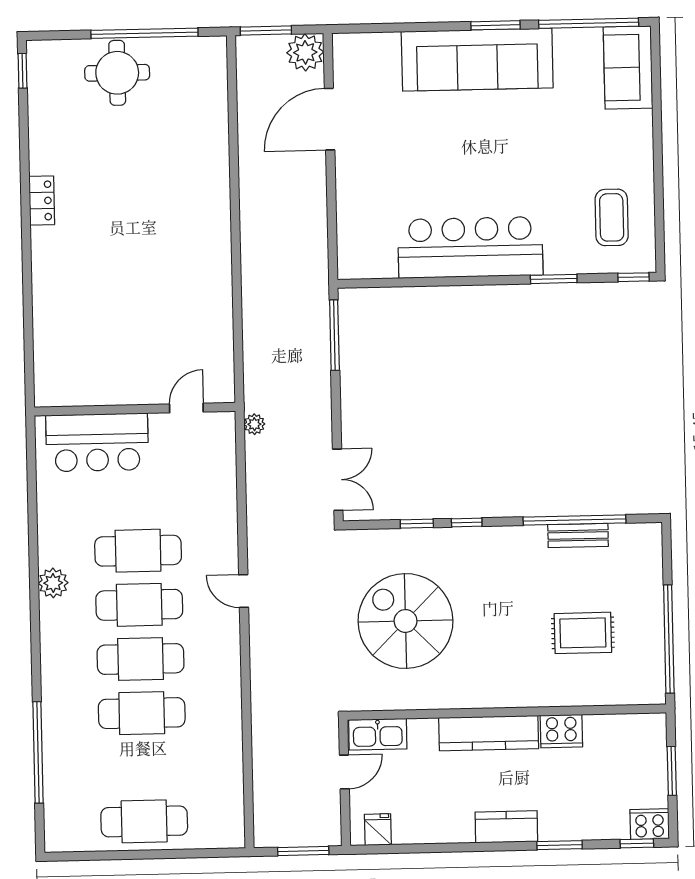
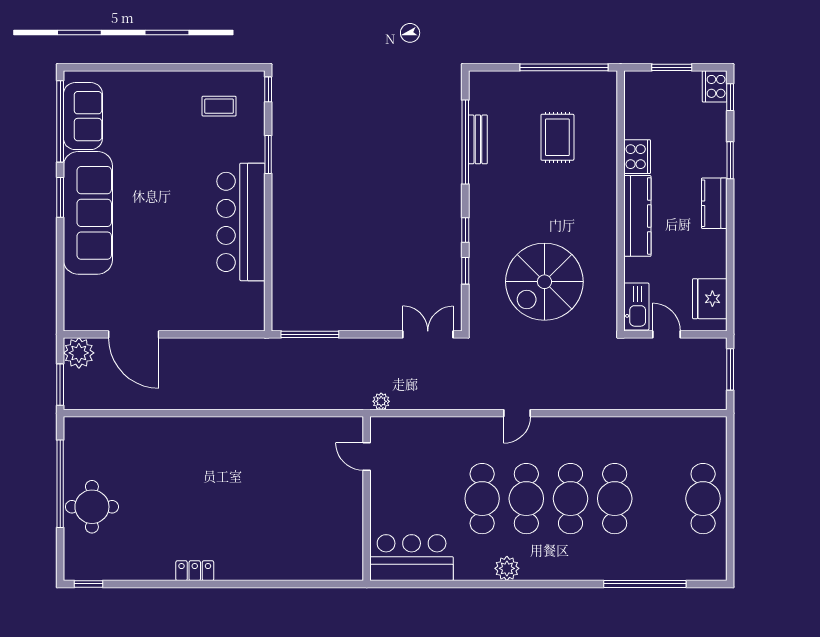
sofa: (628, 68) -> (83, 116), moved, turned -90
coffee table: (612, 217) -> (219, 106), width x0.73, depth x0.77
bar counter: (97, 442) -> (412, 558), moved, turned -90
fridge: (378, 830) -> (710, 299), width x1.88, depth x1.34

